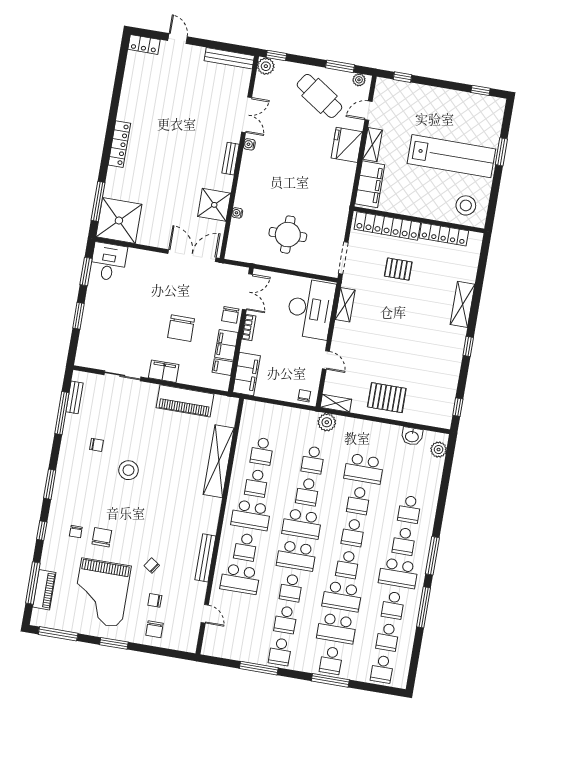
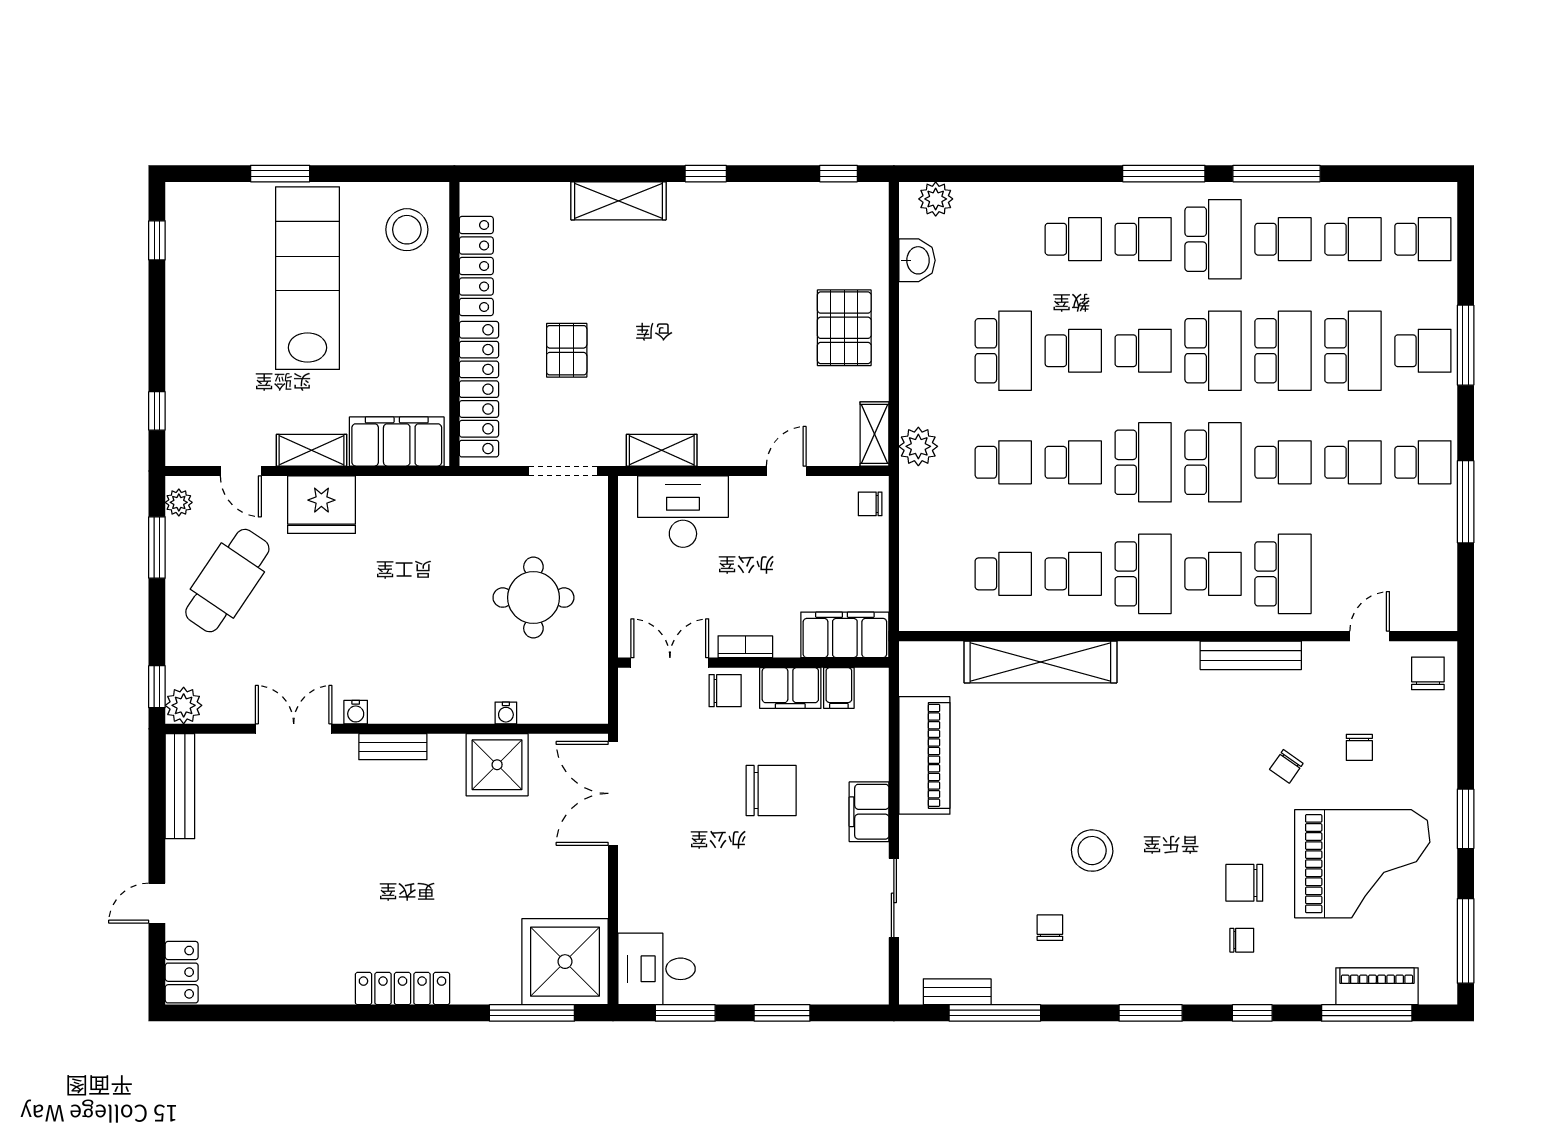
desk: (311, 309) -> (683, 512), width x0.73, depth x0.77
school desk: (348, 564) -> (1213, 351), width x1.85
chair: (154, 629) -> (1428, 673), moved, turned -90

